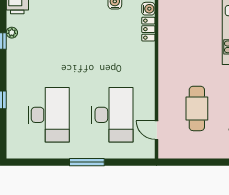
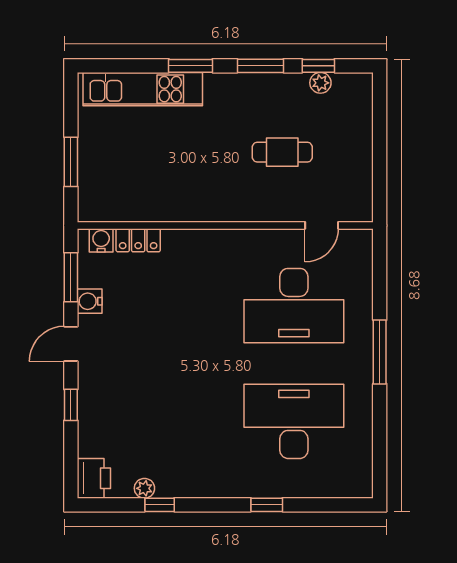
cafe table: (197, 108) -> (282, 152), width x0.73, depth x0.74
desk: (112, 115) -> (294, 306), turned 180

